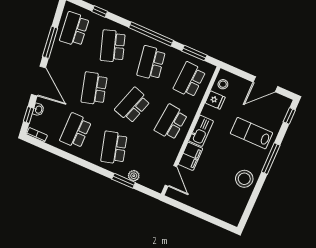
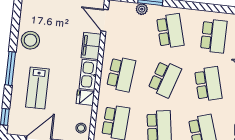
fridge: (215, 100) -> (85, 98), moved
lab bench: (251, 133) -> (37, 88), turned 90

